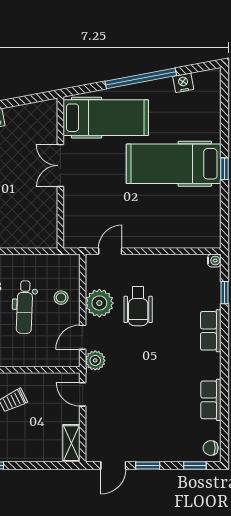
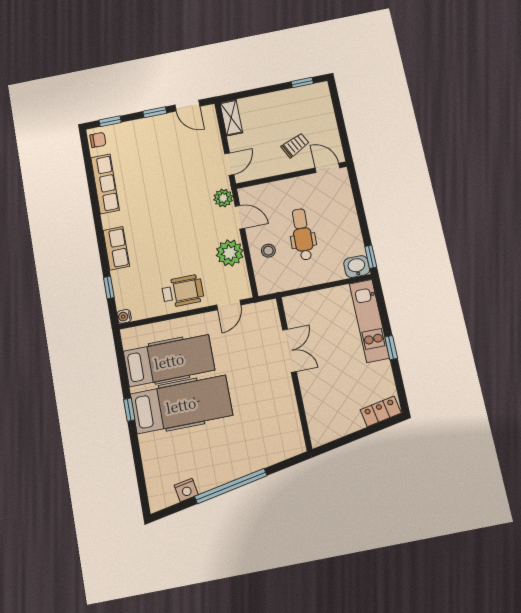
hospital bed: (106, 118) -> (169, 361), moved, turned 180
double door: (60, 166) -> (289, 351), moved
wheelchair: (138, 306) -> (183, 291), moved, turned 90
door: (83, 337) -> (240, 217), hinge flipped
door: (83, 394) -> (229, 164), hinge flipped
row of seats: (211, 400) -> (105, 184), width x1.48
door: (113, 465) -> (187, 106), swing flipped

